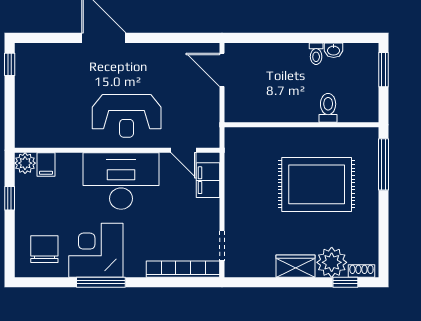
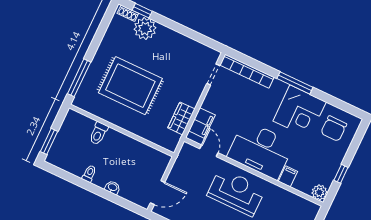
washbasin: (334, 50) -> (112, 187), moved
door: (222, 70) -> (158, 193), hinge flipped
filing cabinet: (46, 164) -> (288, 176), moved
wardrobe: (296, 266) -> (181, 118), moved, turned 90
window: (101, 282) -> (295, 83), moved

